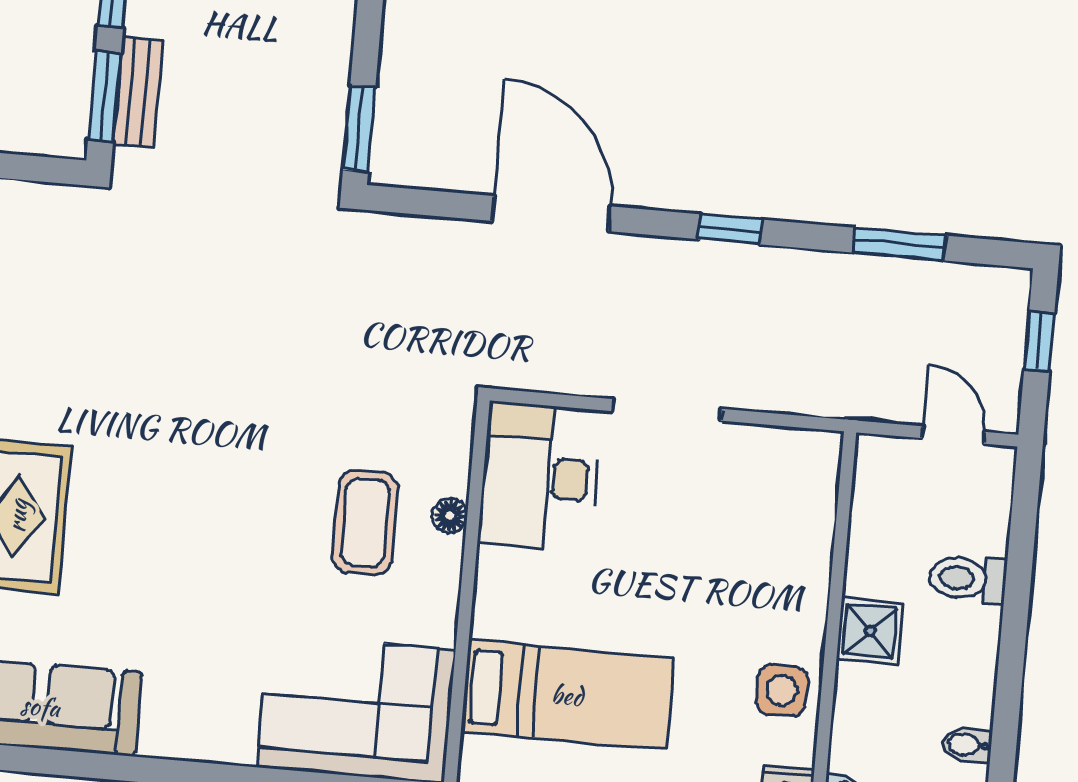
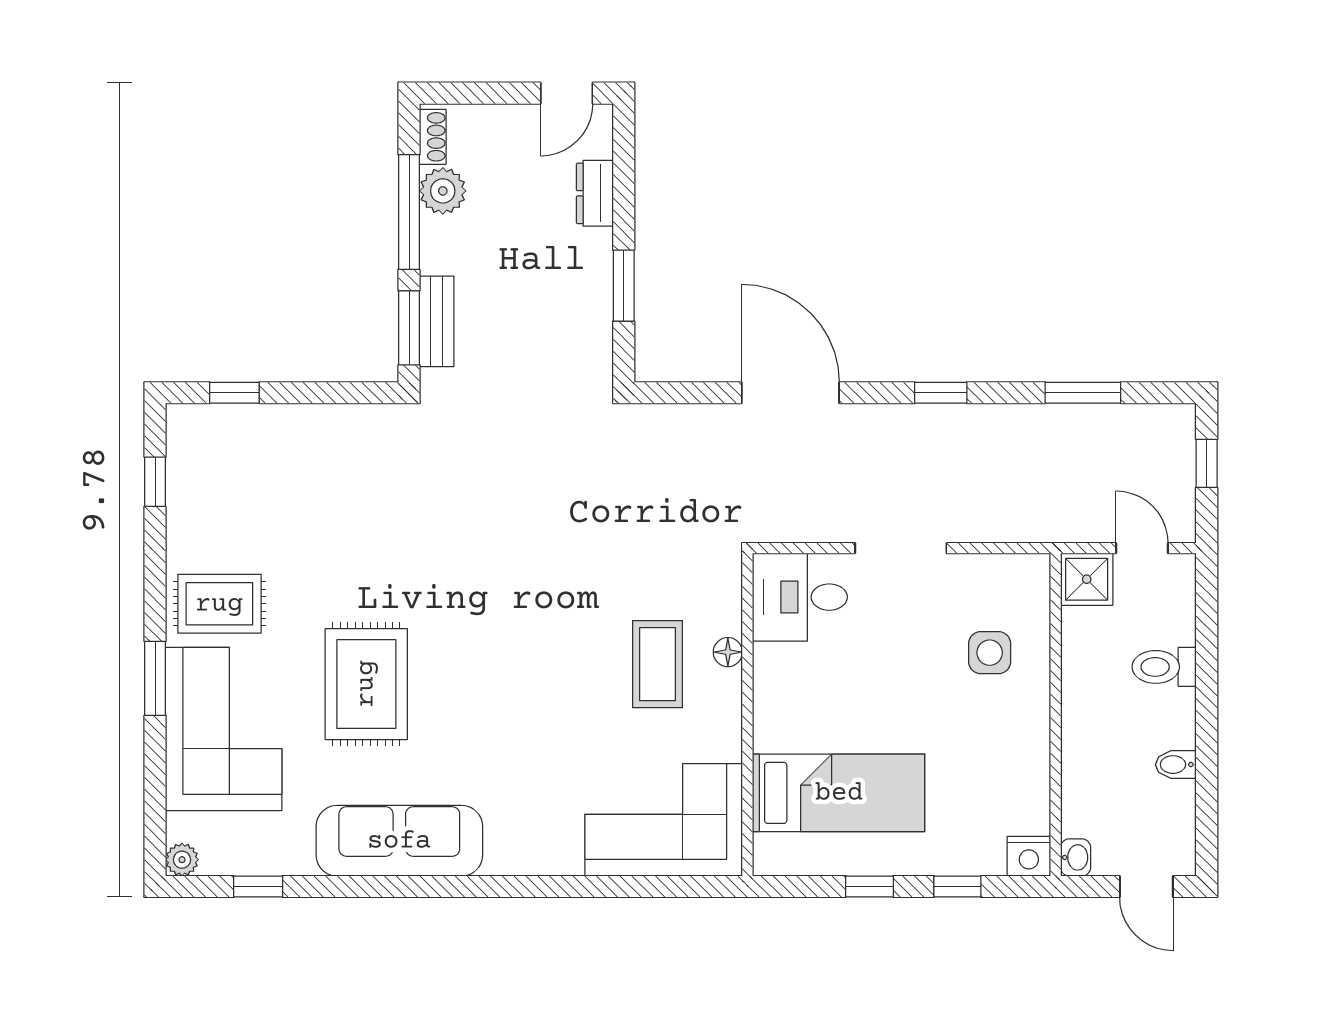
window: (359, 129) -> (624, 286), moved
desk: (540, 477) -> (800, 597), width x0.73
shower: (870, 631) -> (1087, 579), moved
side table: (782, 690) -> (990, 653), moved
bidet: (967, 745) -> (1176, 765), moved

